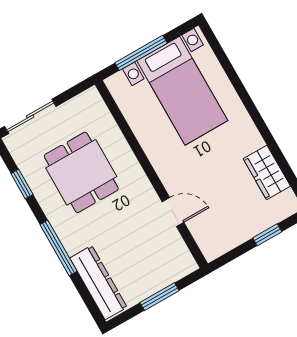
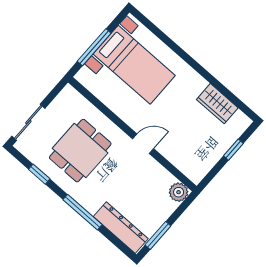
dining table: (81, 172) -> (80, 151), turned 90
door: (173, 212) -> (143, 144), moved
plant: (183, 264) -> (179, 192), added
window: (159, 297) -> (158, 235), moved

